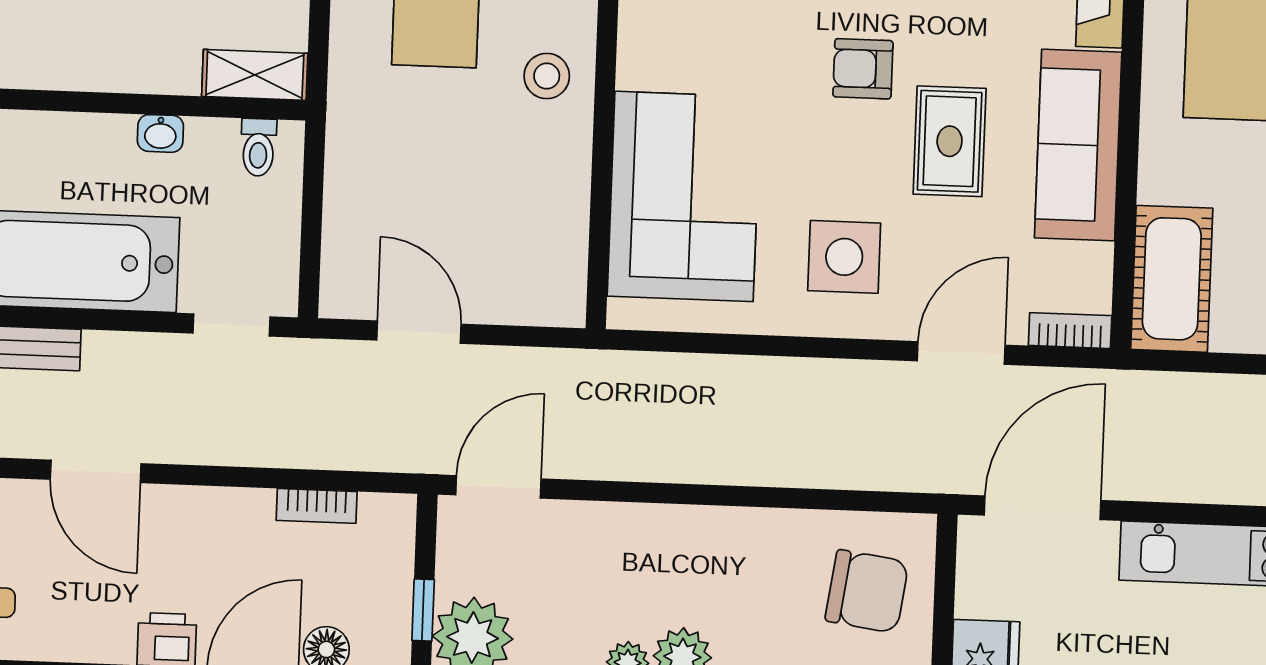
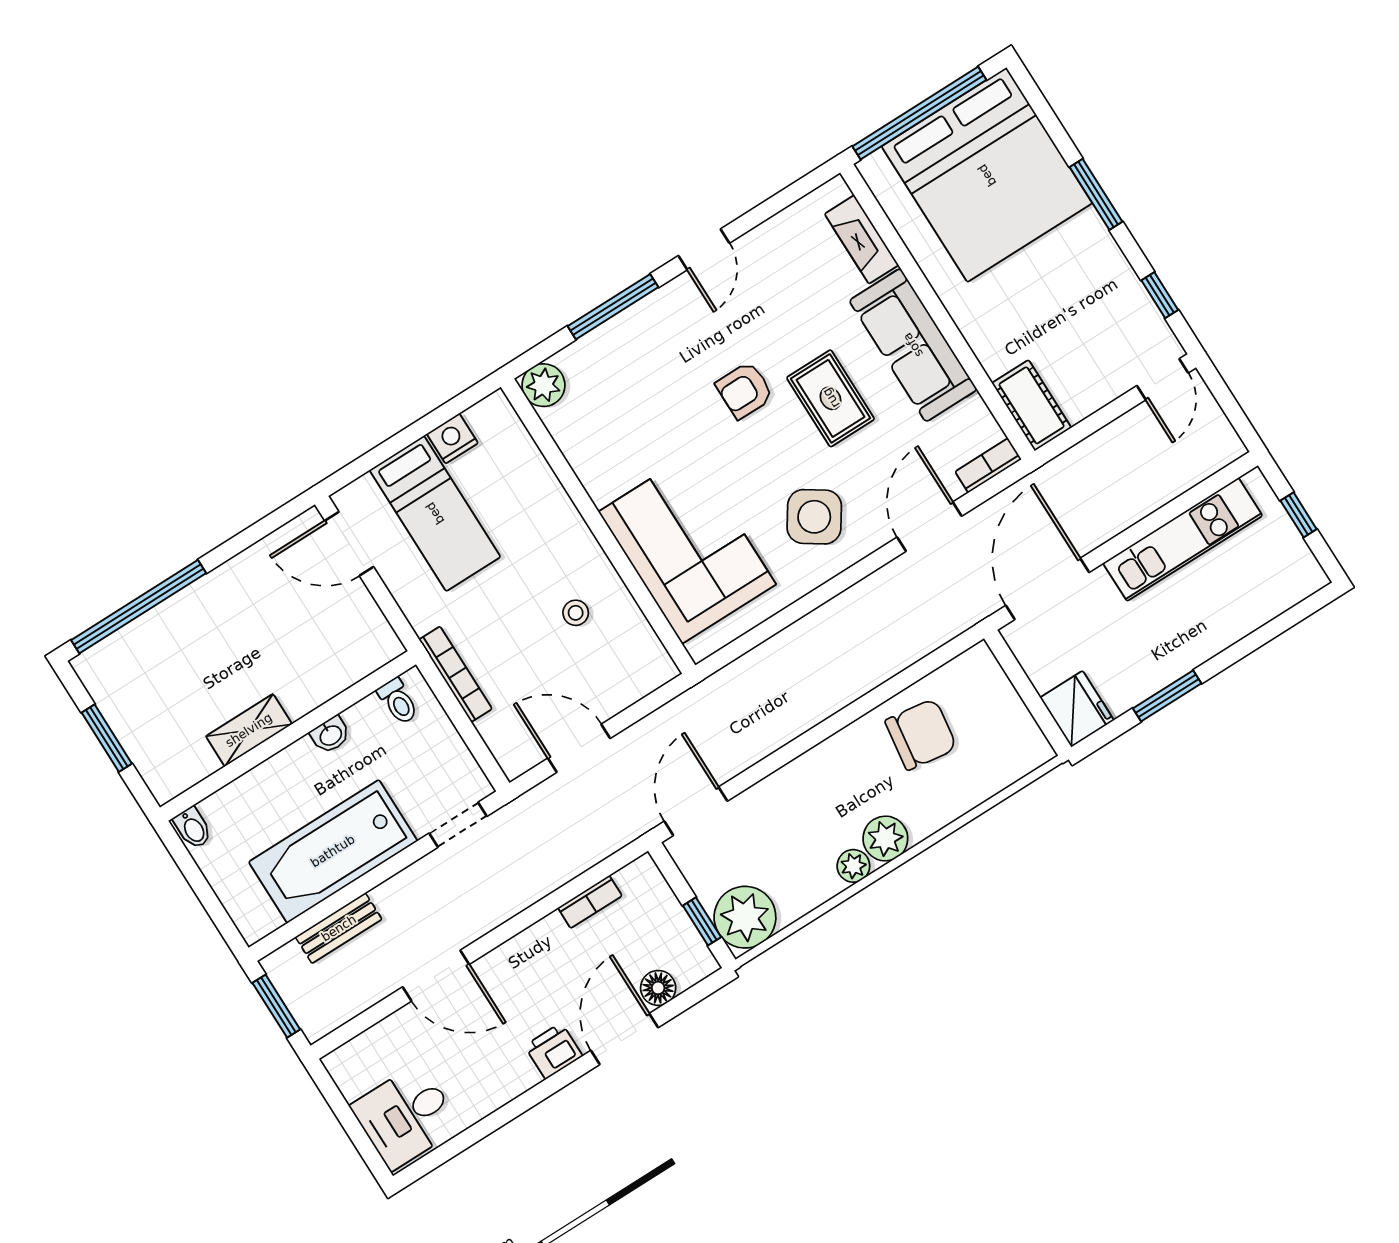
shelving: (255, 75) -> (249, 730), moved
stool: (547, 76) -> (576, 613), moved, width x0.73, depth x0.73
bookcase: (340, 161) -> (456, 674), added
side table: (844, 257) -> (814, 517), turned 34
cot: (1172, 279) -> (1032, 405), width x0.73, depth x0.75
chair: (867, 591) -> (921, 734), moved

